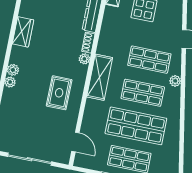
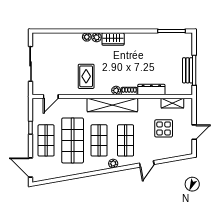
wardrobe: (23, 32) -> (113, 39), moved
shelving: (100, 77) -> (112, 105), width x1.47
rug: (59, 93) -> (86, 76), turned 90

